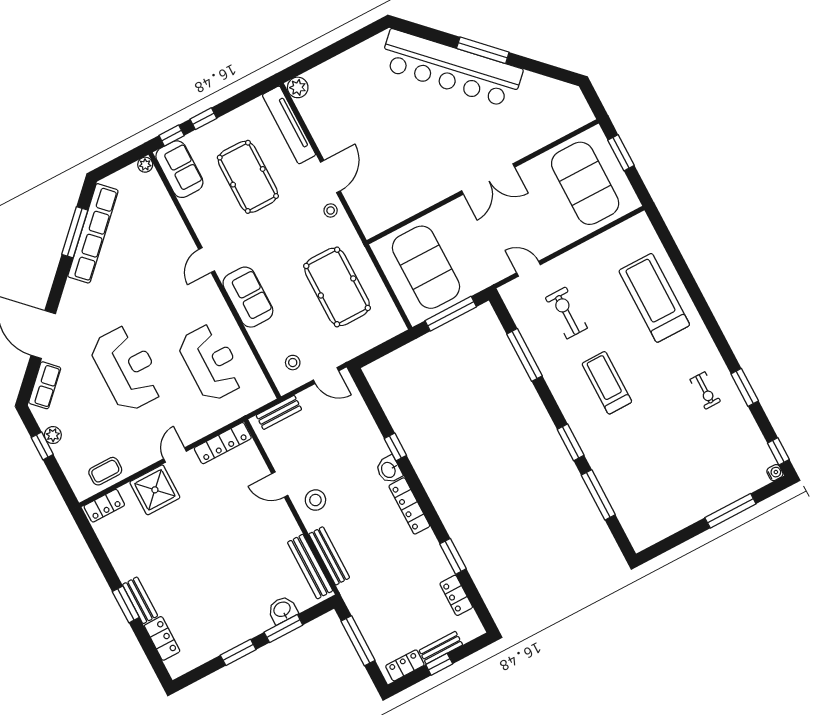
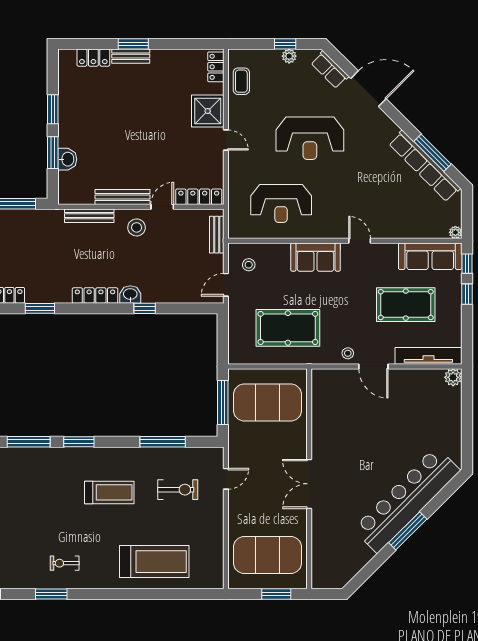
sofa: (179, 169) -> (430, 256), width x1.36
locker: (223, 443) -> (199, 197), moved, turned 90
bench: (310, 567) -> (122, 197), moved

